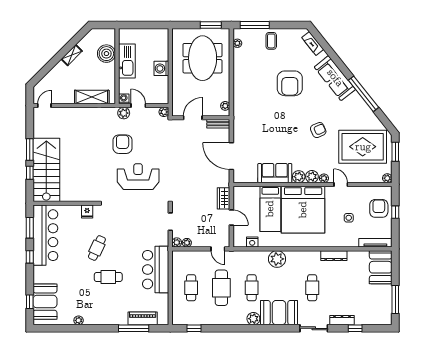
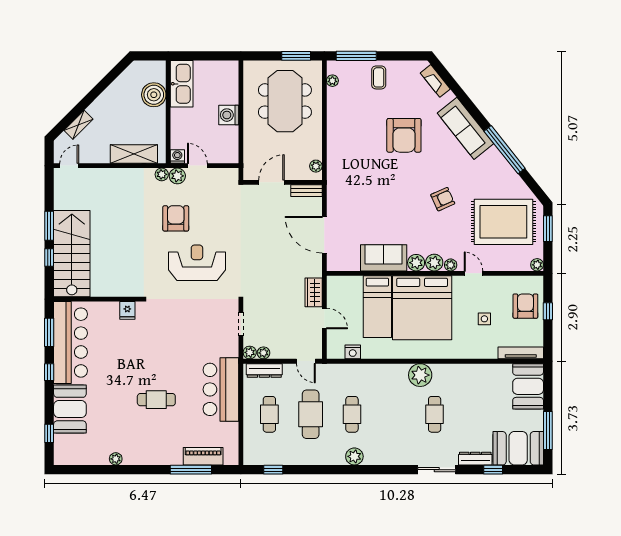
shelving: (72, 55) -> (78, 125), moved
kitchen sink: (127, 61) -> (182, 84), moved
plant: (164, 112) -> (162, 174), moved
cafe table: (97, 248) -> (141, 360), removed
dresser: (334, 256) -> (264, 370), moved
plant: (277, 259) -> (420, 375), moved
booth: (45, 302) -> (70, 409), moved
booth: (279, 313) -> (518, 448), moved

